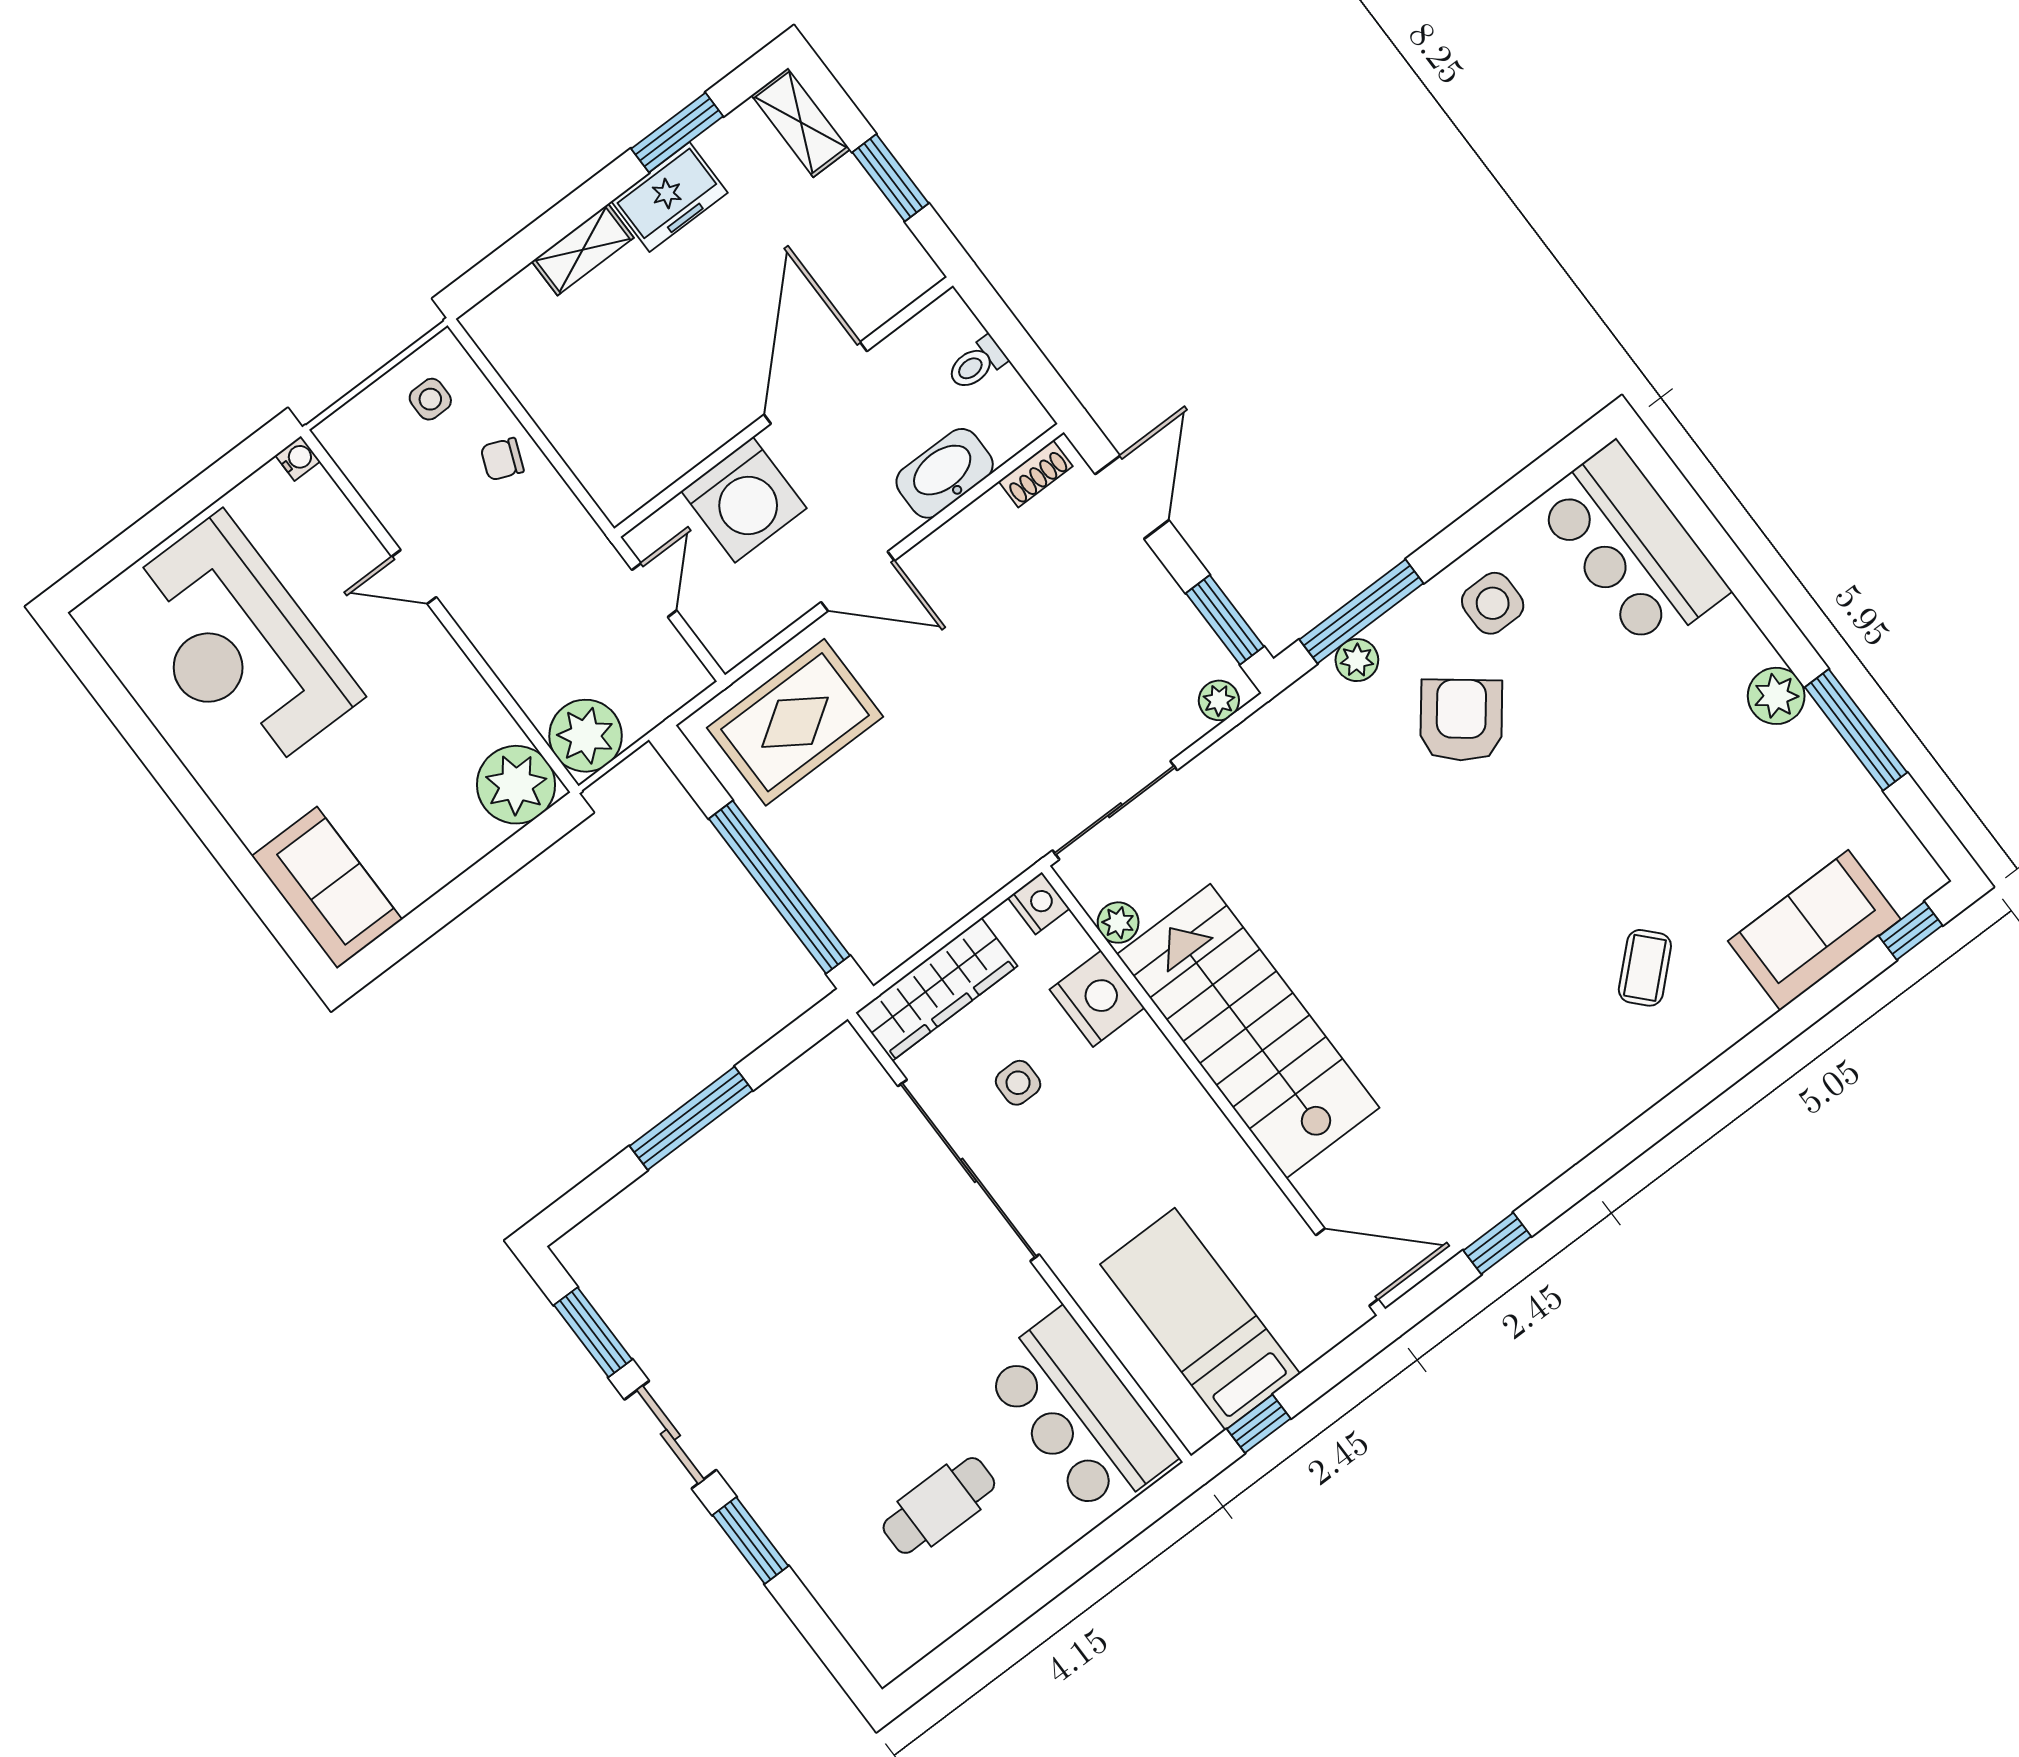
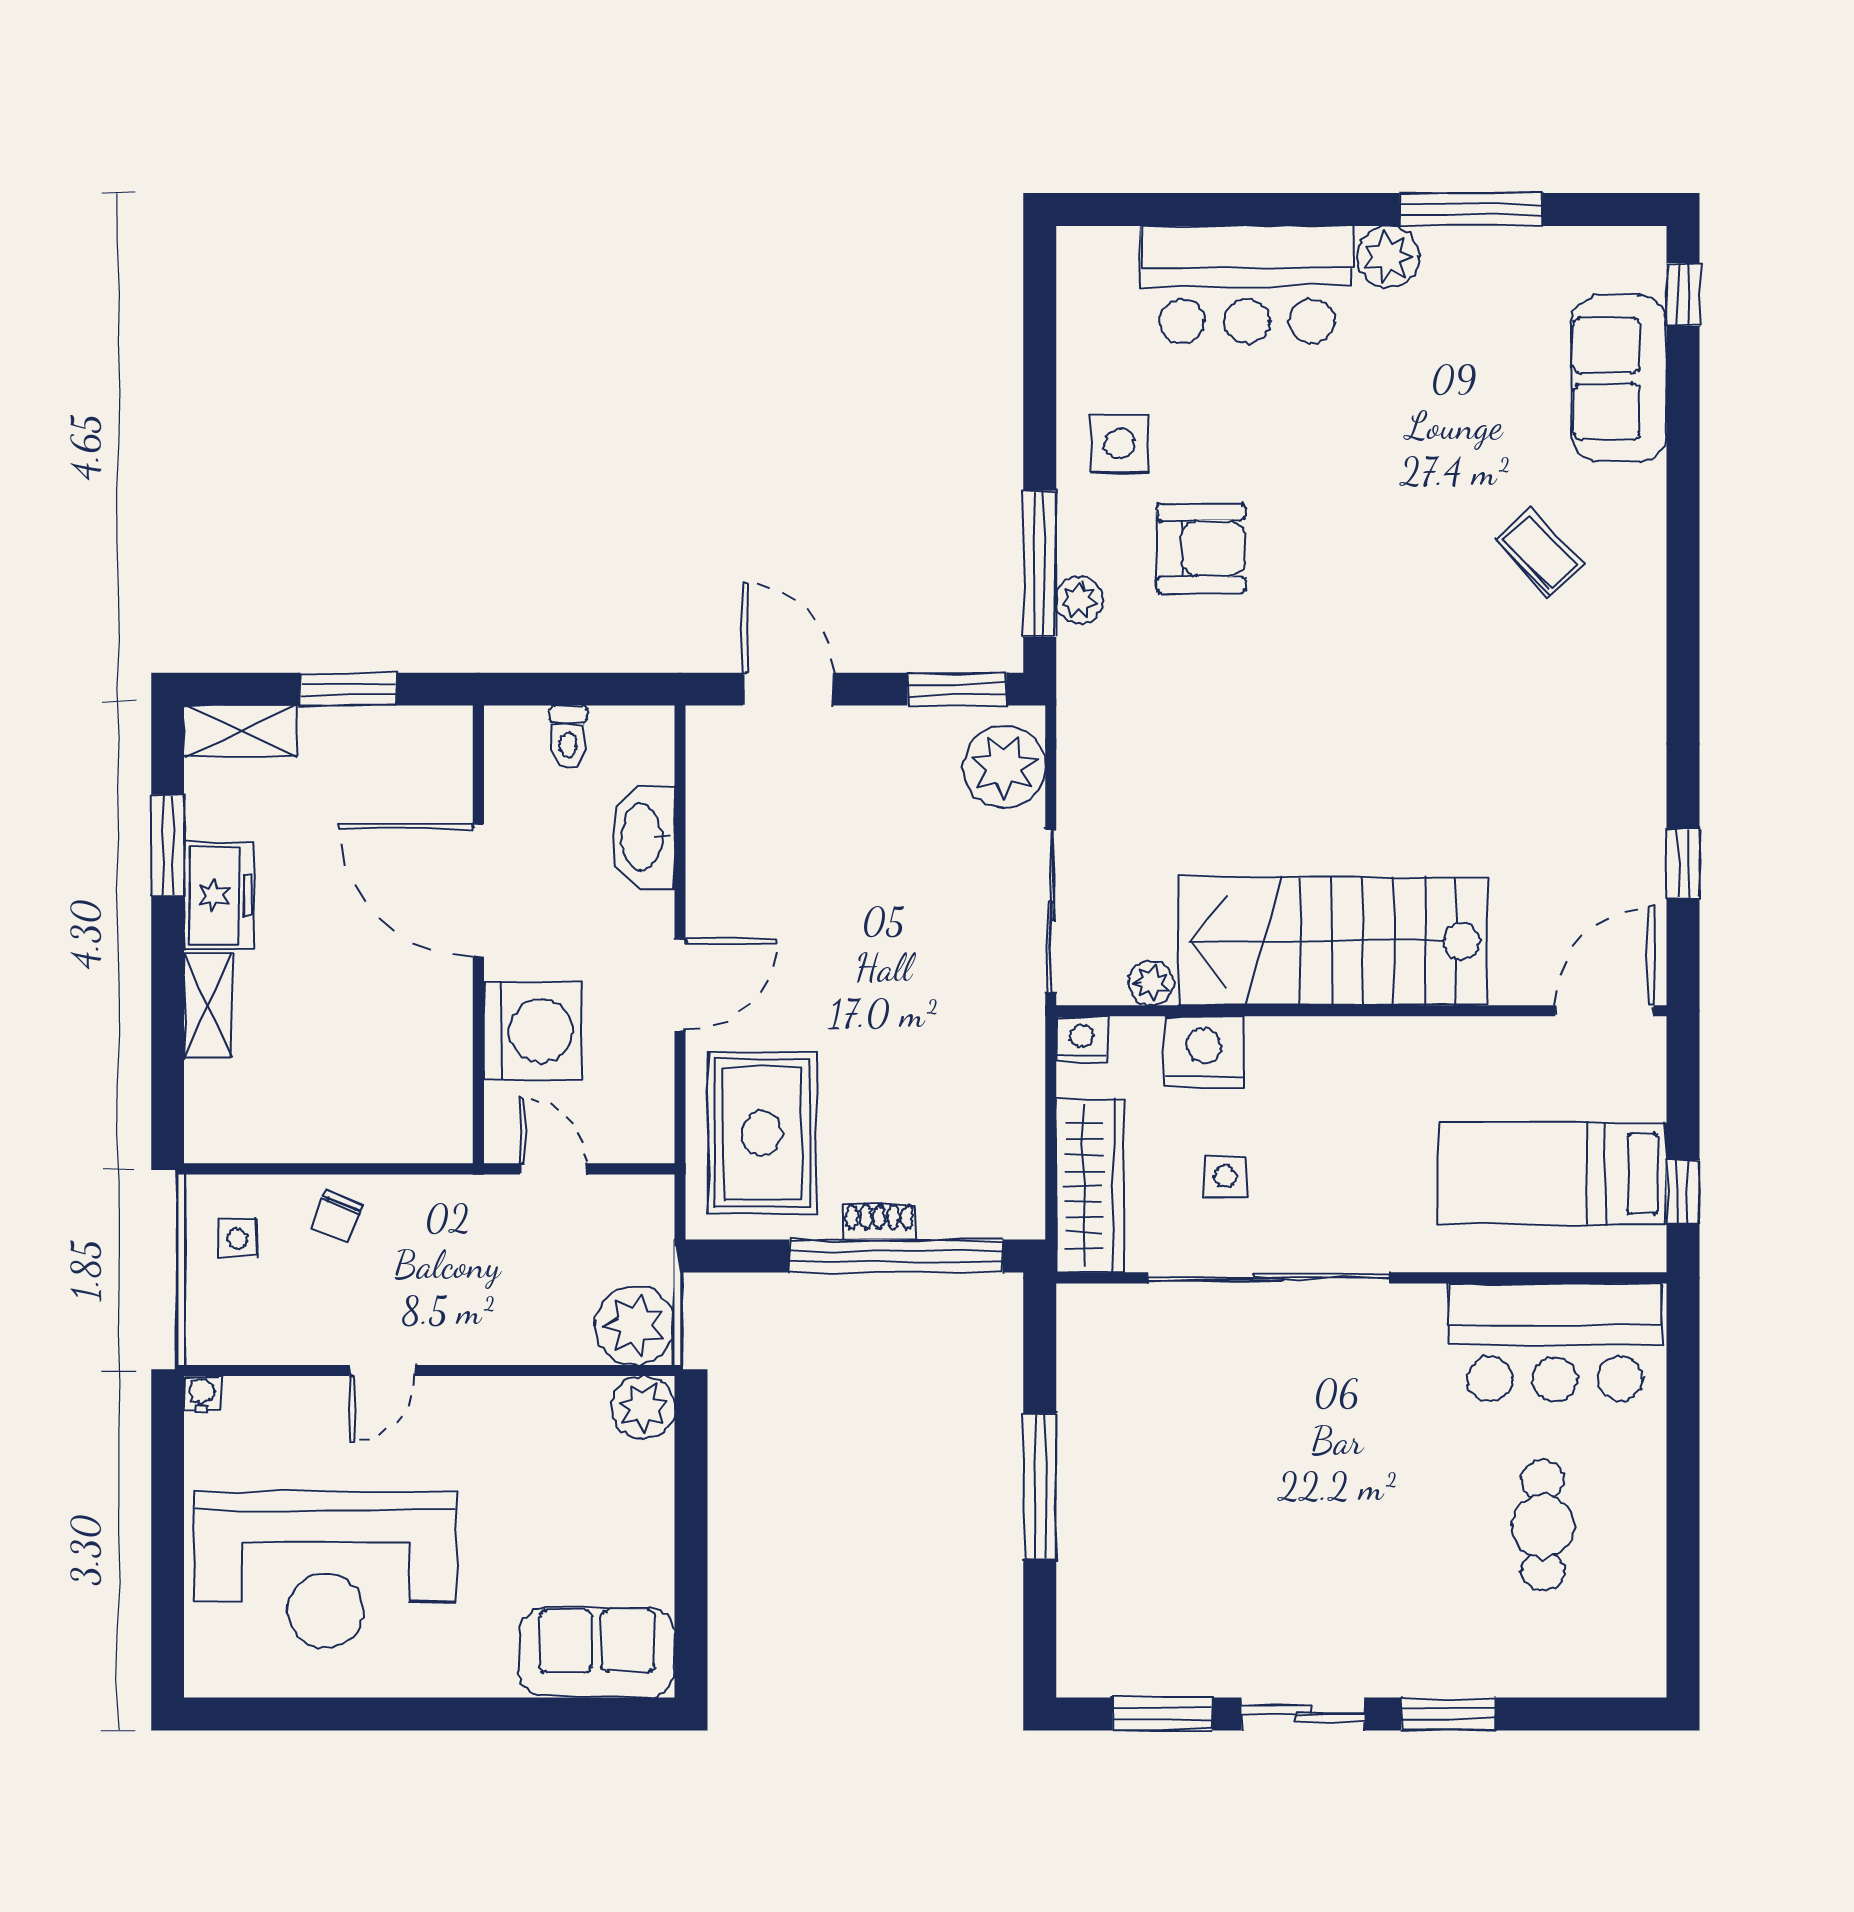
shoe rack: (1036, 474) -> (879, 1221), moved, turned -90
bar counter: (1632, 547) -> (1247, 285), moved
plant: (1219, 700) -> (1004, 767), width x1.87, depth x1.87
armchair: (1461, 720) -> (1201, 549), turned 142
plant: (516, 785) -> (643, 1407), width x0.73, depth x0.73

